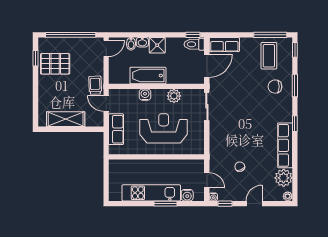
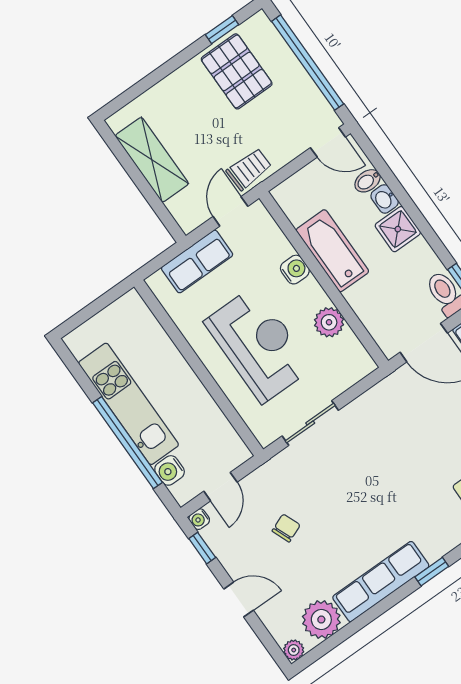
sliding door: (207, 106) -> (310, 423), moved
window: (166, 204) -> (127, 443), width x2.11

